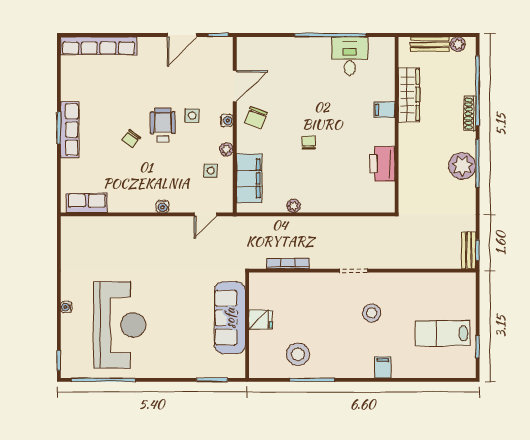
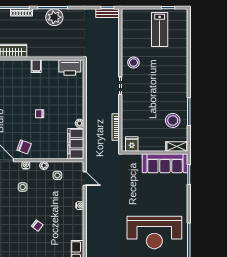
filing cabinet: (384, 110) -> (36, 66), moved
wheelchair: (163, 125) -> (29, 206), removed
printer: (382, 164) -> (70, 67), moved
filing cabinet: (249, 178) -> (76, 144), moved, turned -90
stool: (372, 313) -> (134, 63), moved
sofa: (230, 318) -> (165, 163), moved
fridge: (260, 320) -> (132, 144), moved
reception desk: (120, 325) -> (154, 233), turned 180
shelving: (257, 361) -> (177, 146), added
filing cabinet: (383, 367) -> (181, 67), removed

